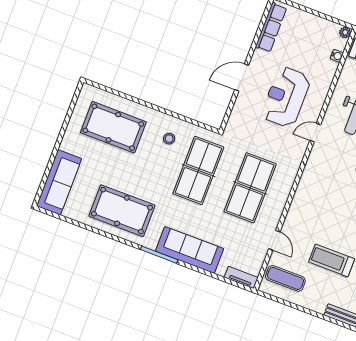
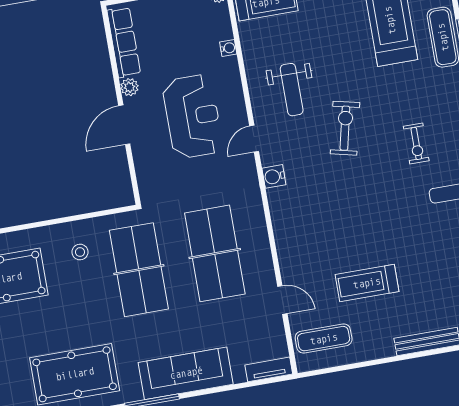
water cooler: (337, 56) -> (228, 48), moved
plant: (258, 57) -> (129, 87), added
reception desk: (286, 97) -> (193, 116), turned 180
water cooler: (314, 163) -> (274, 176), added

